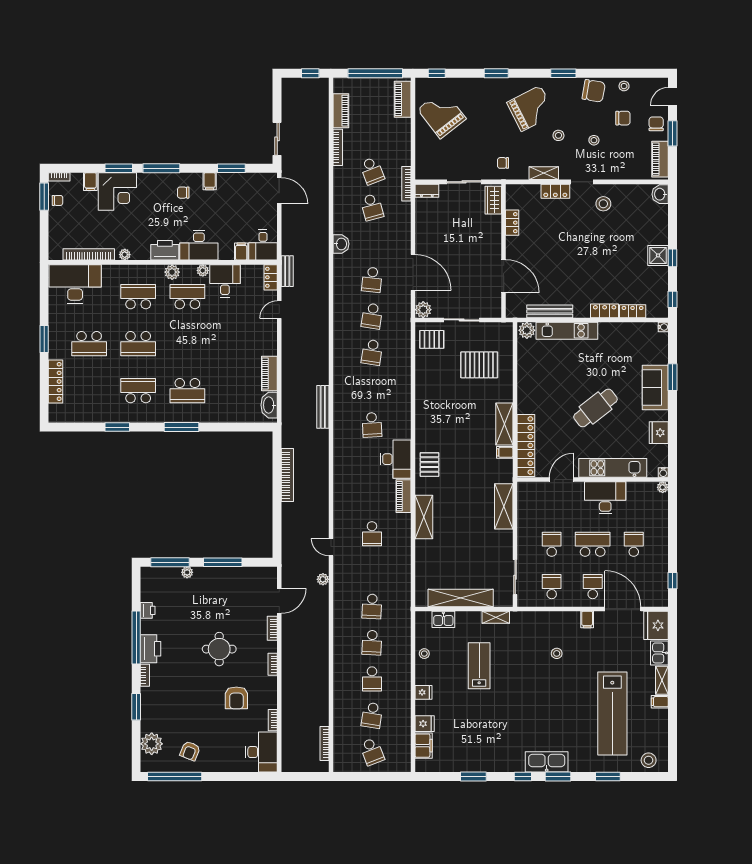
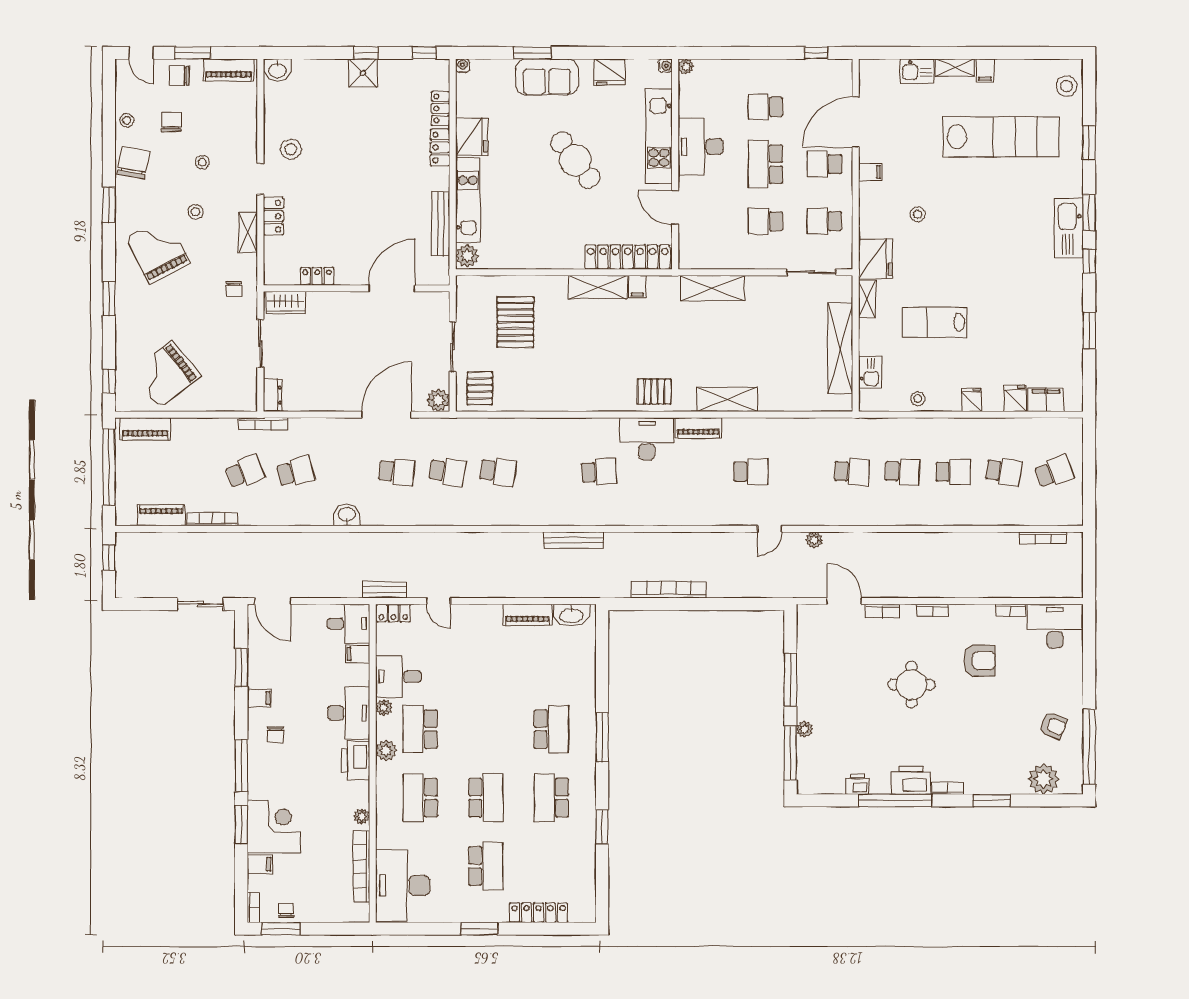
door: (279, 191) -> (273, 601), swing flipped
fridge: (612, 334) -> (472, 137), added
fridge: (656, 625) -> (875, 259), moved, turned -90

